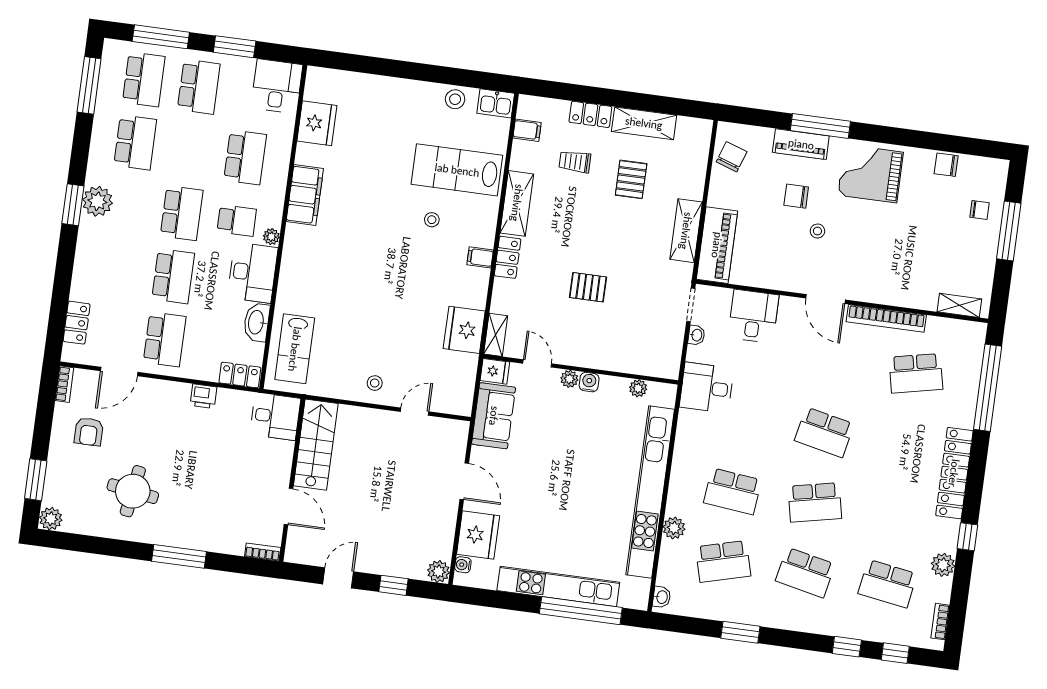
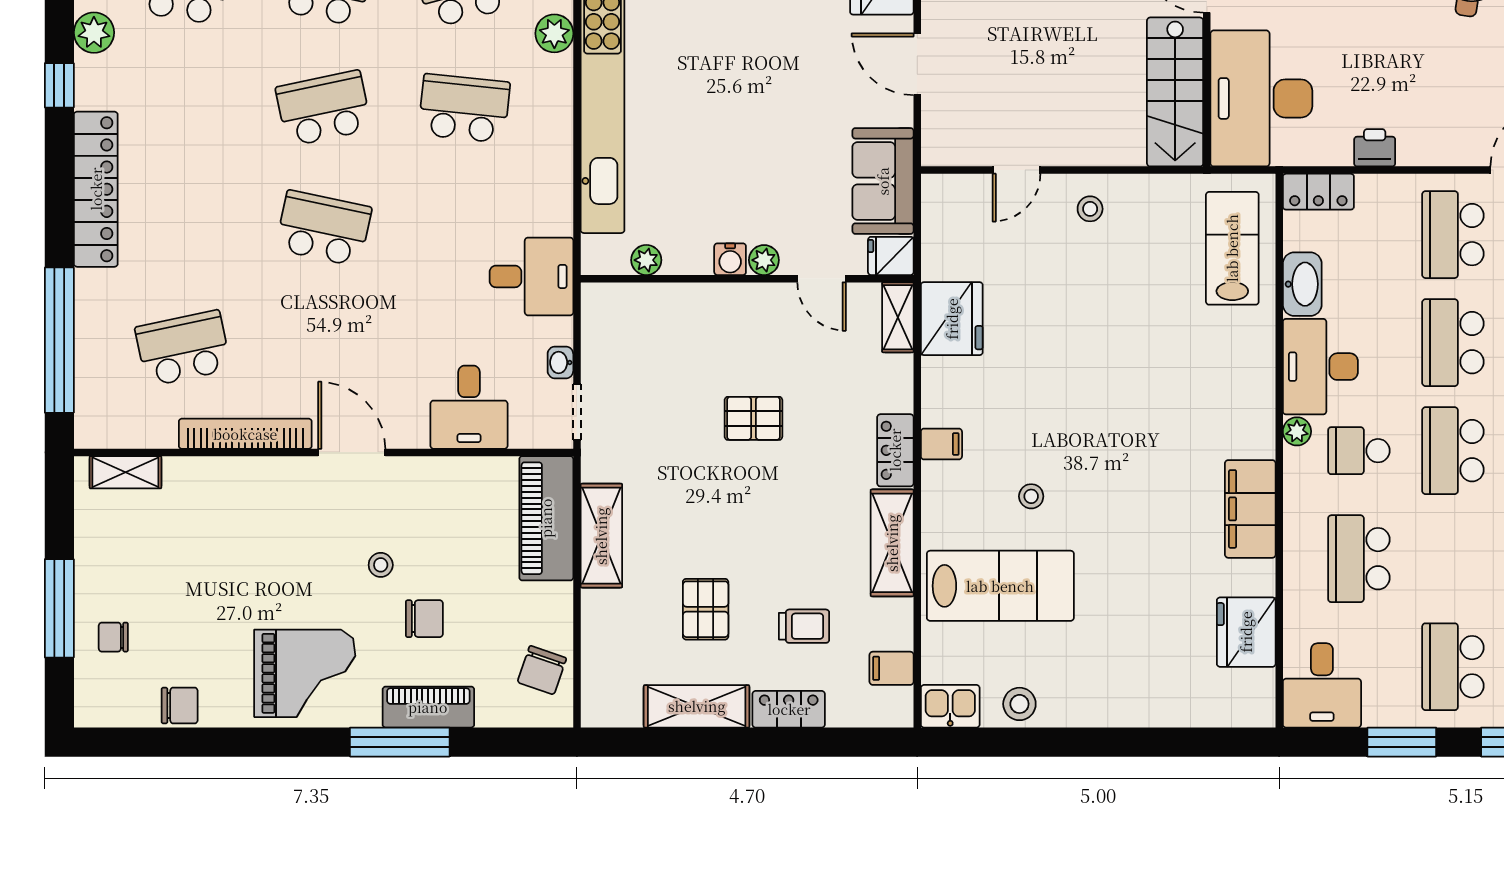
desk: (275, 416) -> (1261, 98), width x1.87, depth x1.30

